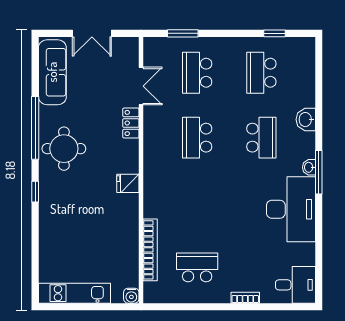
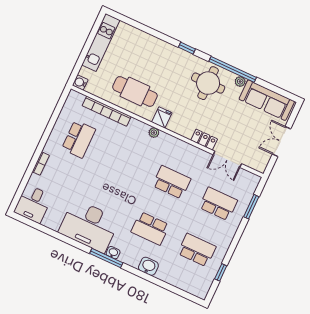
plant: (45, 113) -> (240, 82), added
plant: (150, 184) -> (154, 133), added
cafe table: (113, 228) -> (135, 91), added

